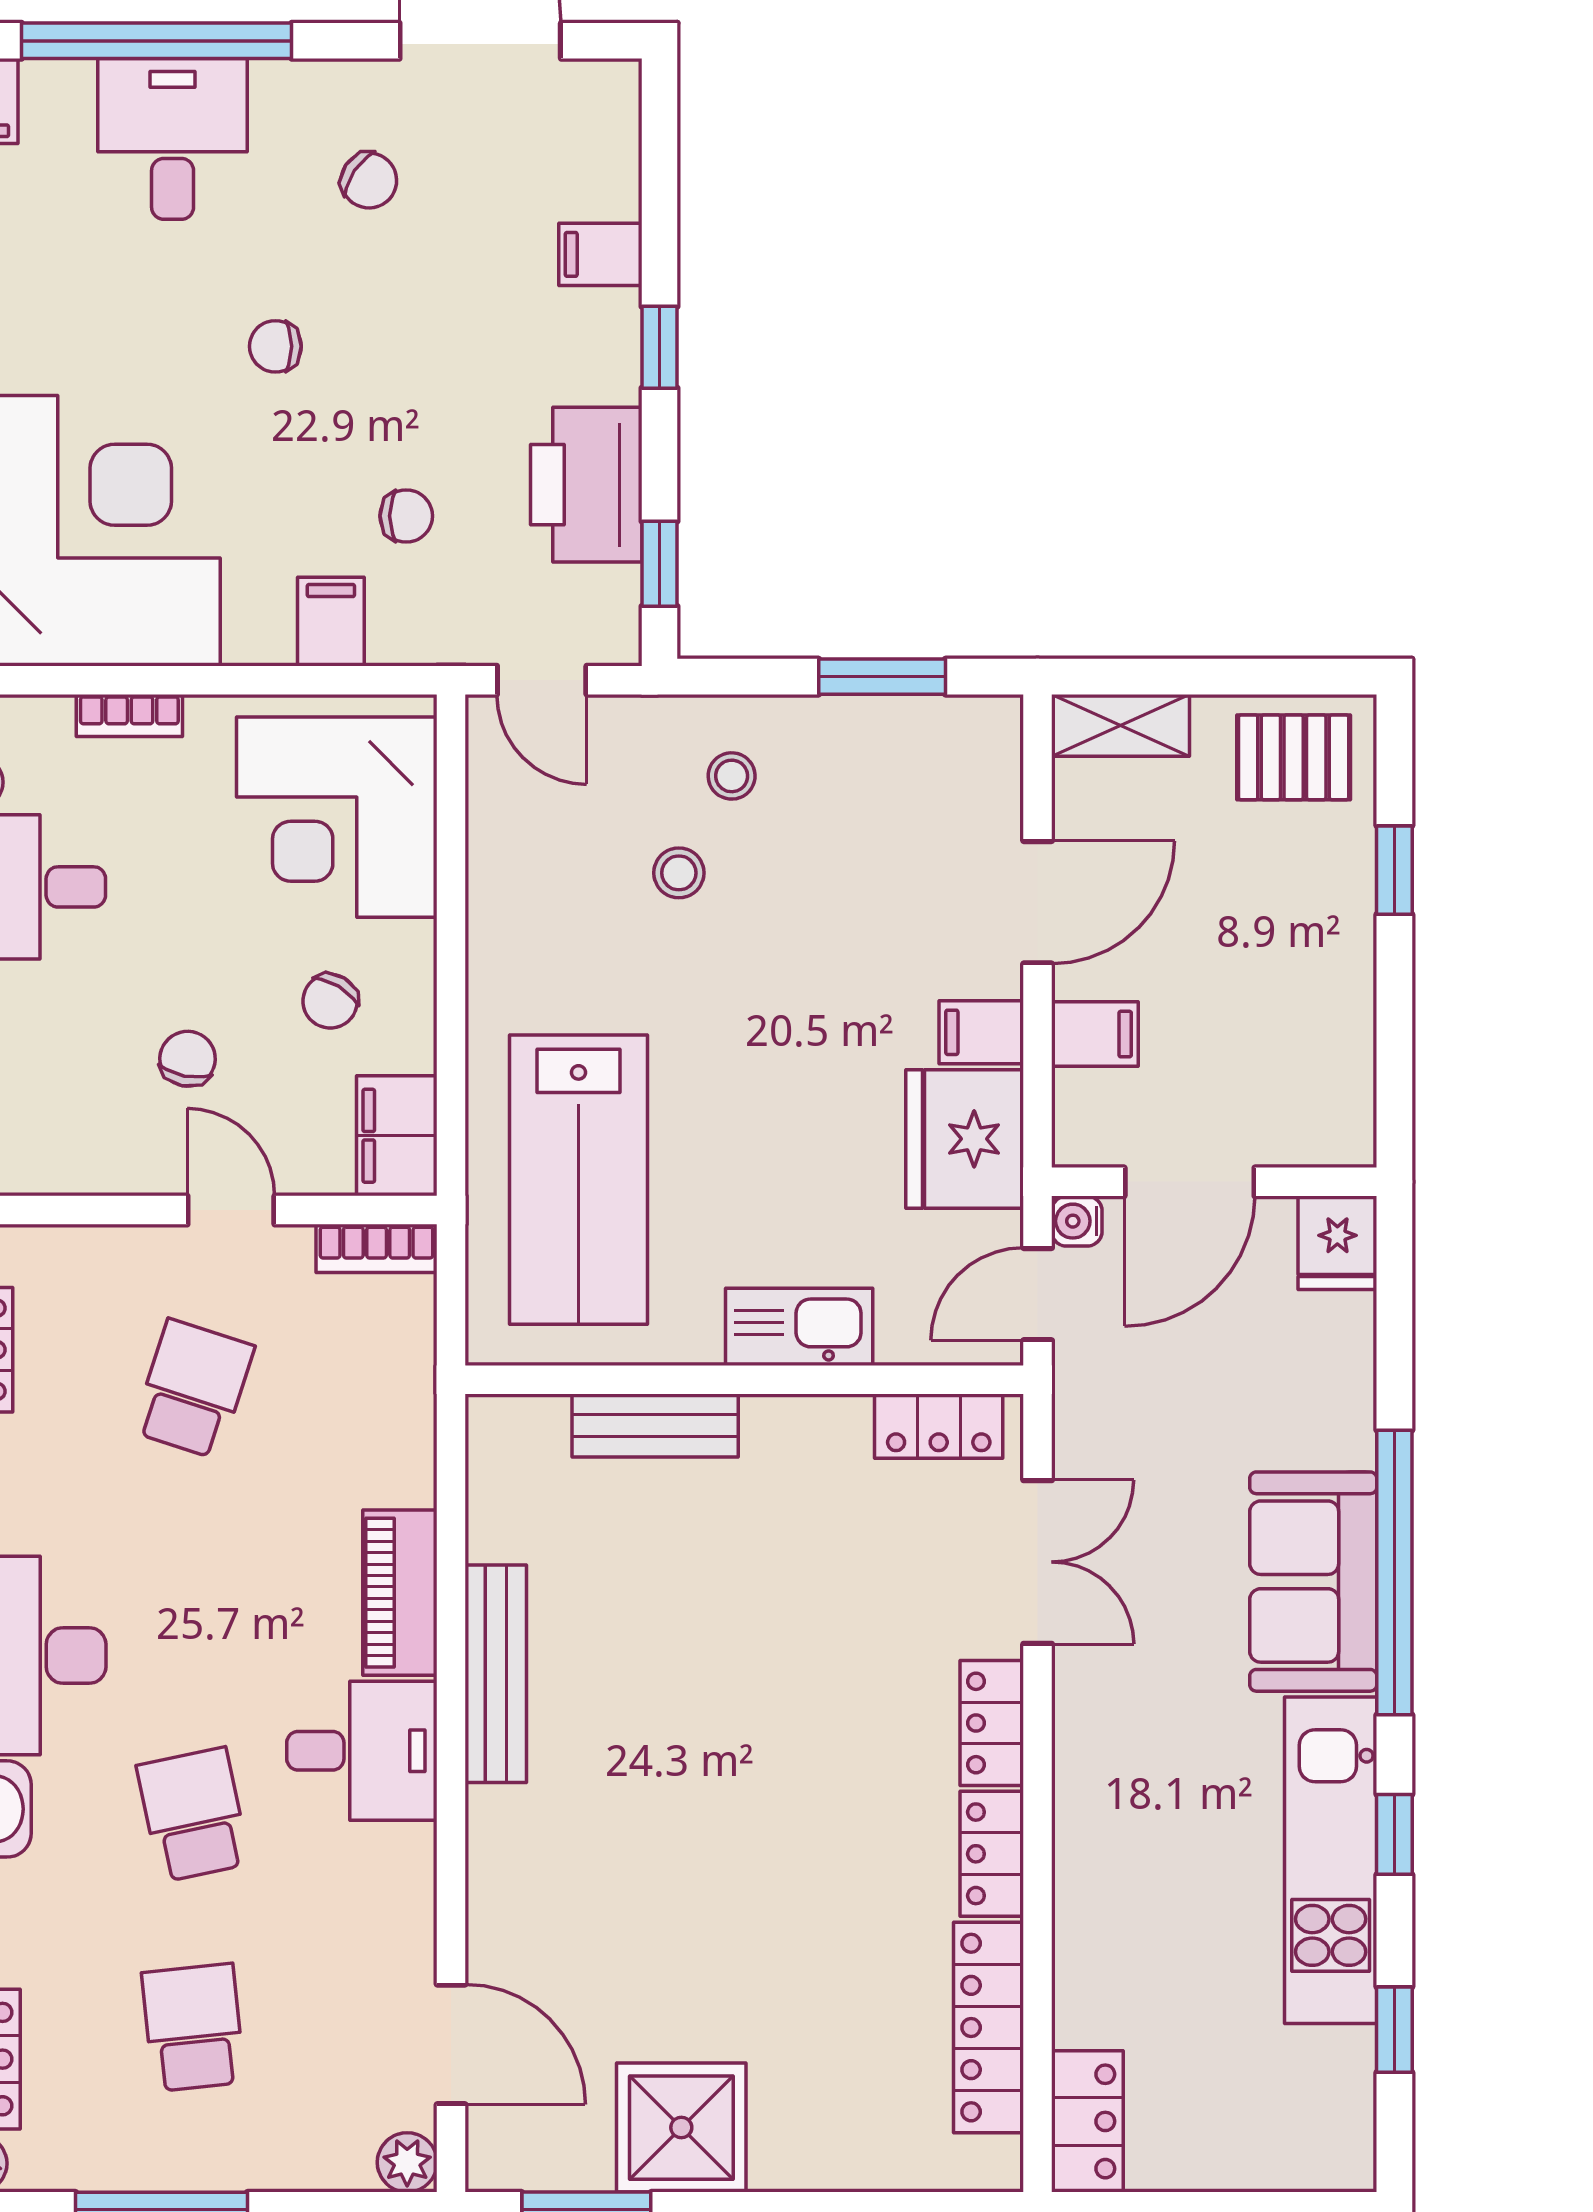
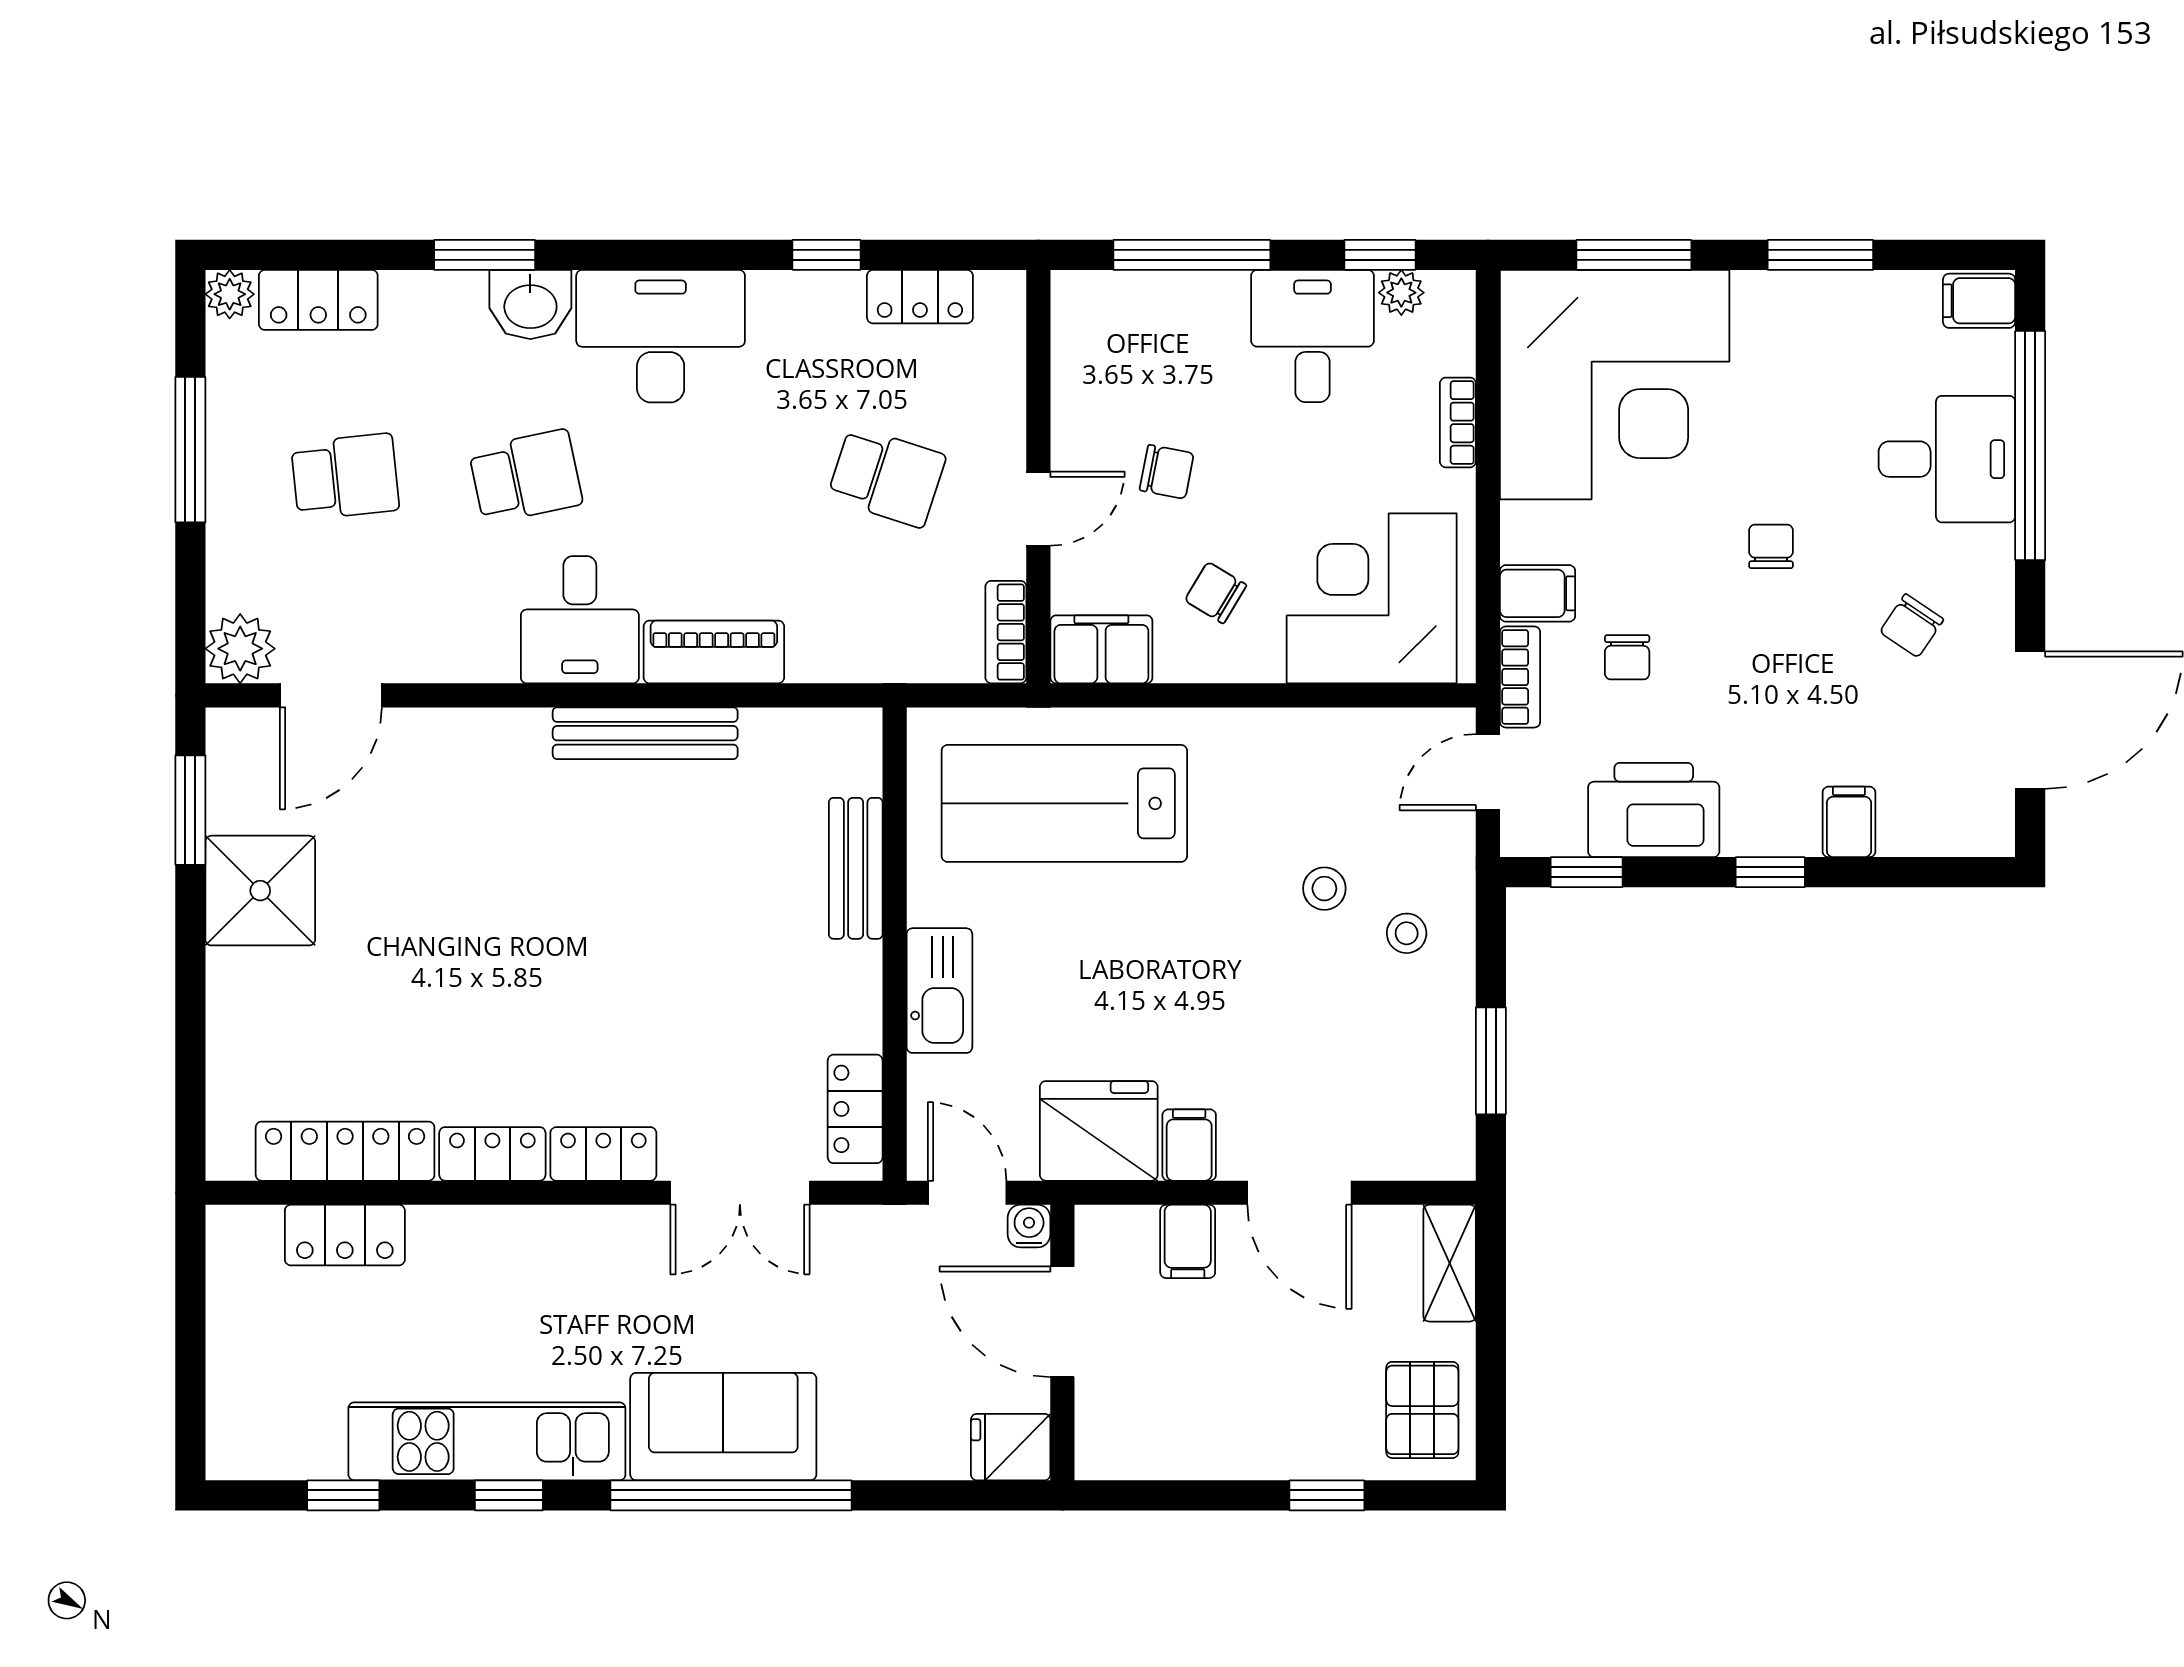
bookcase: (429, 642) -> (1520, 677), added
locker: (1087, 2121) -> (345, 1235), moved
plant: (407, 2162) -> (240, 649), width x1.38, depth x1.38

